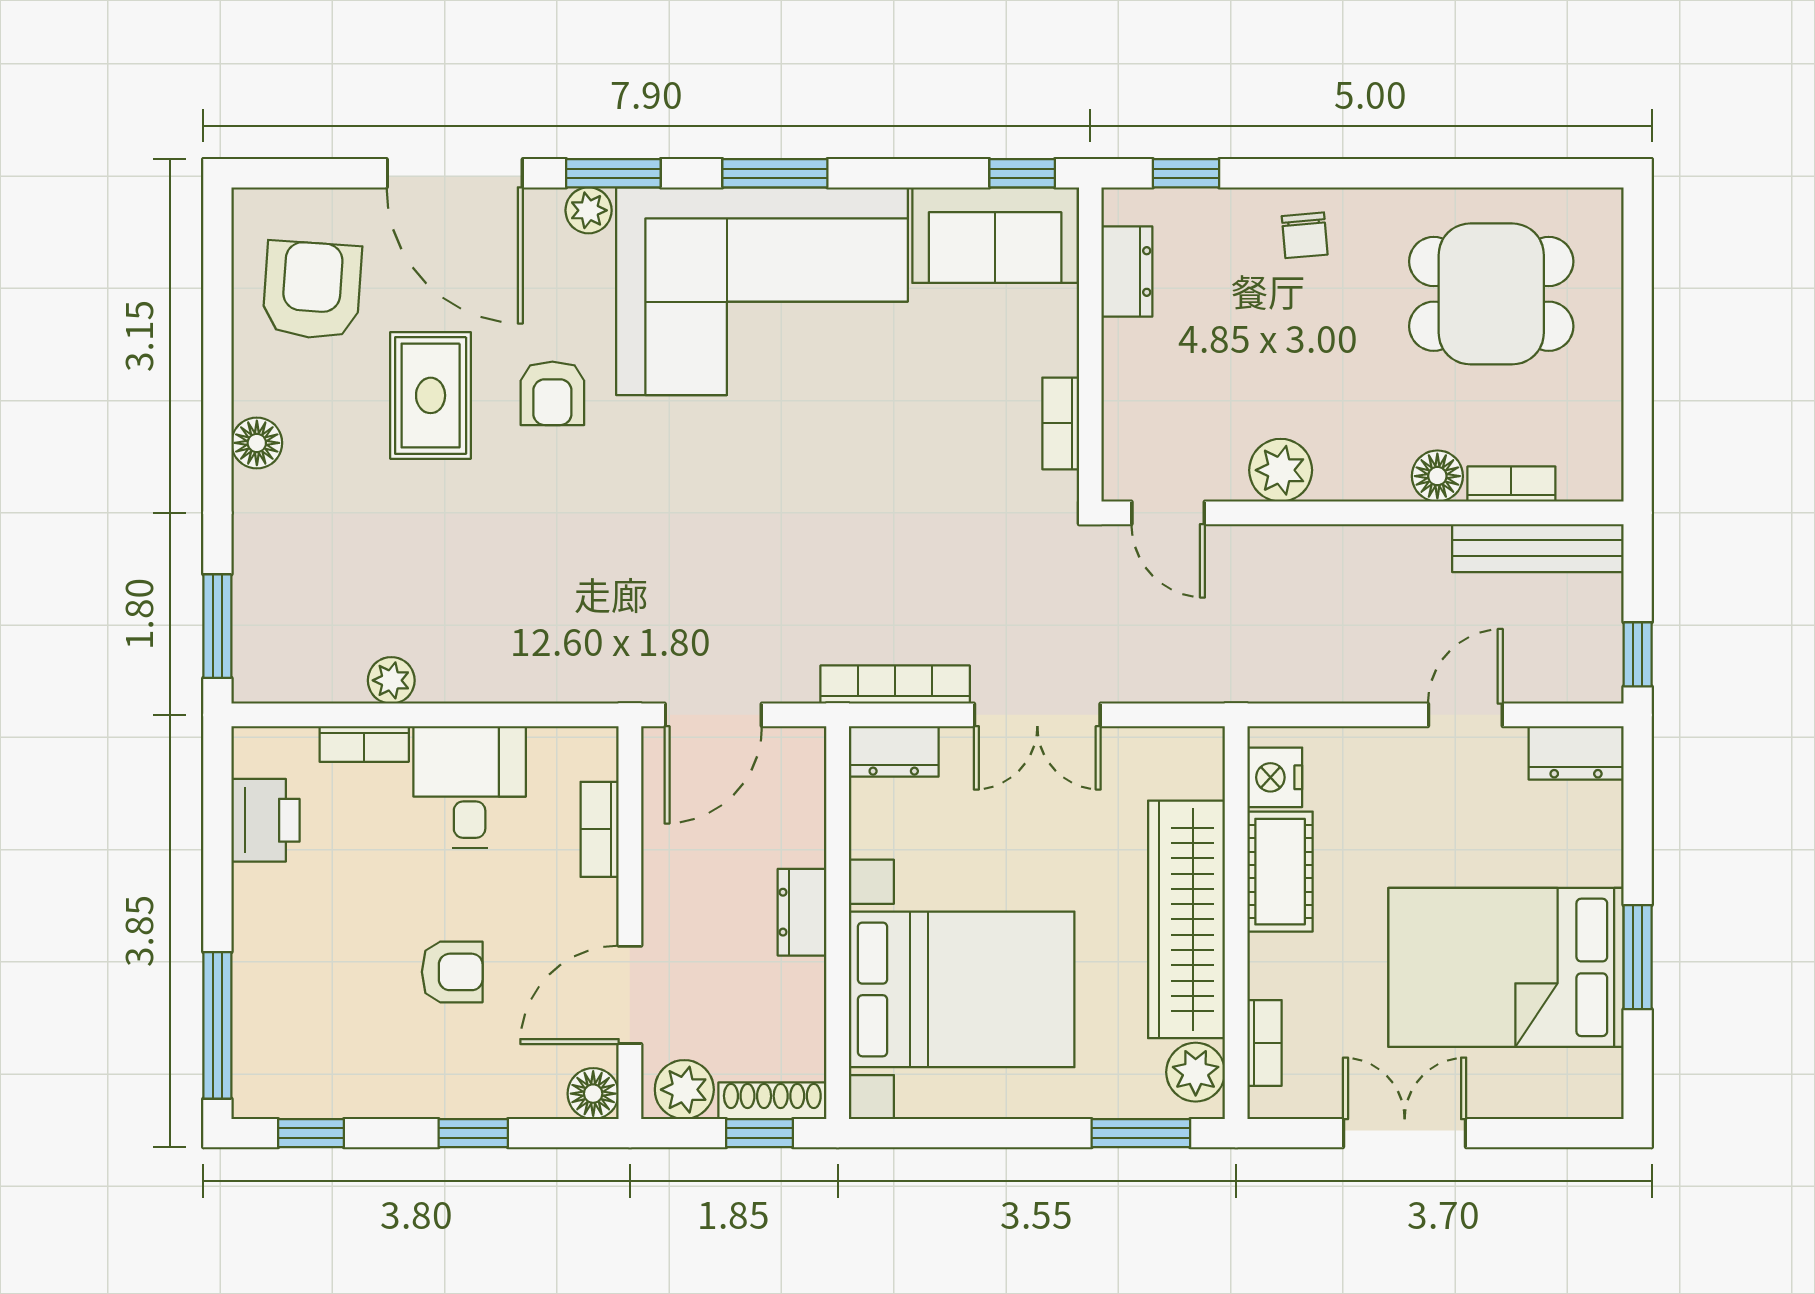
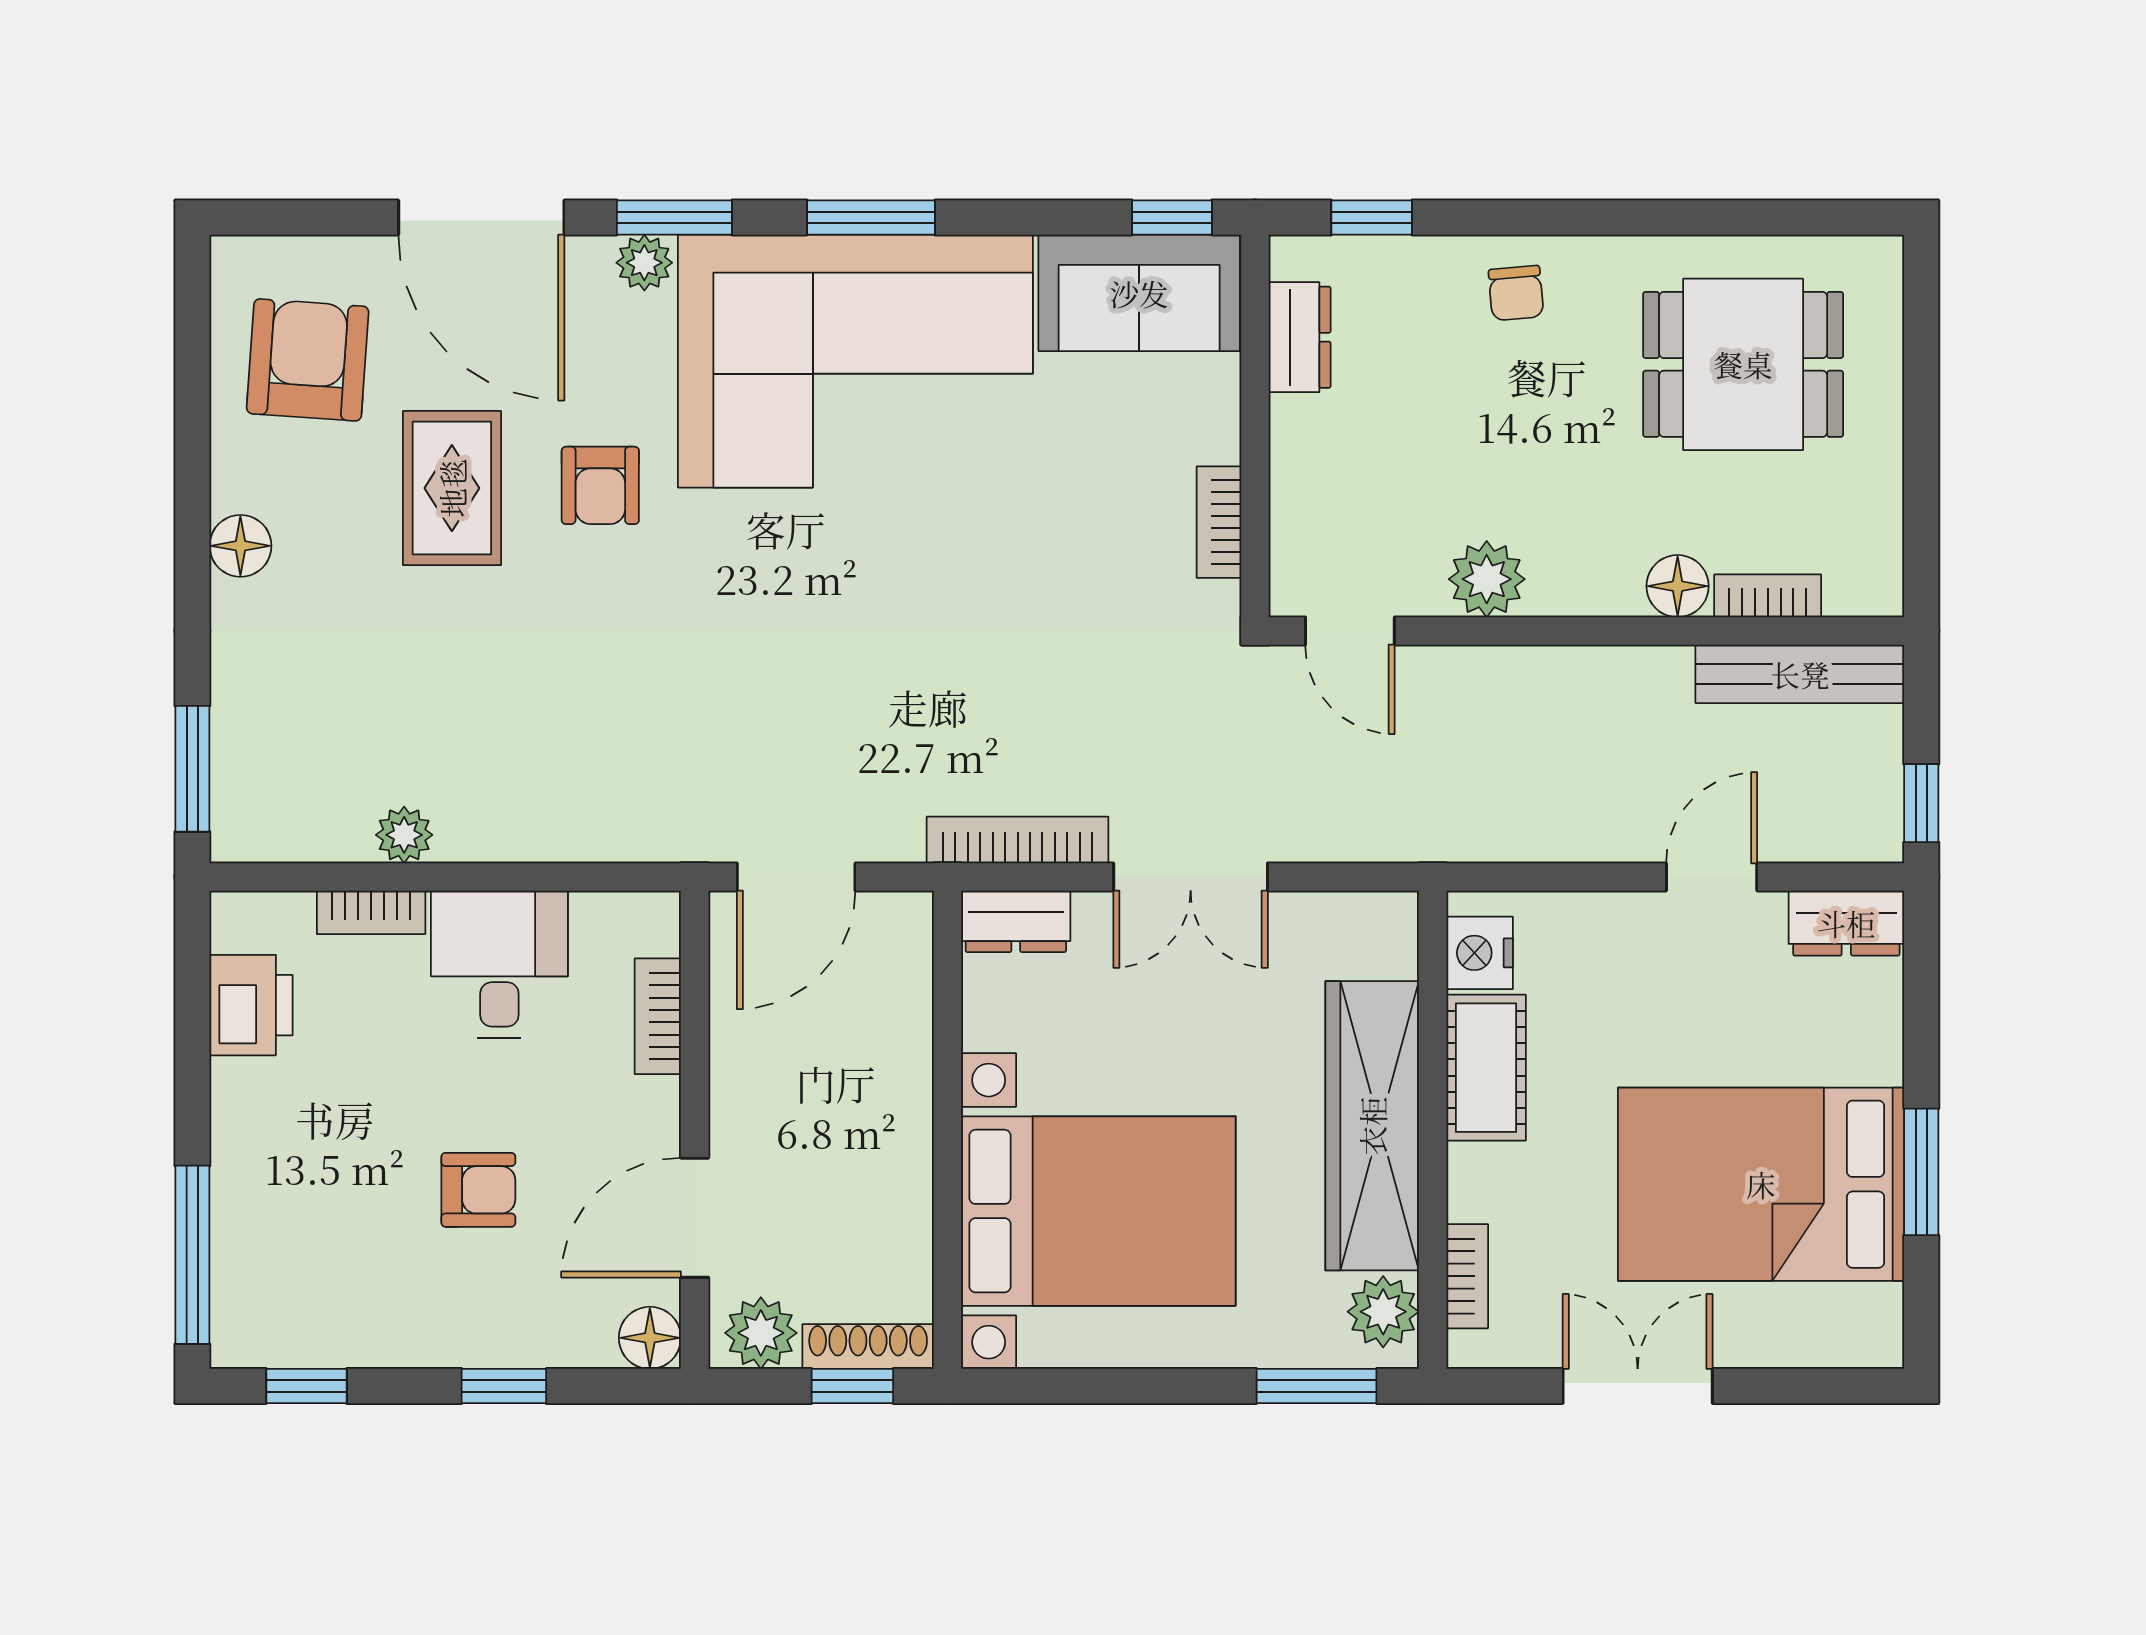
dresser: (802, 912) -> (904, 1117), removed

